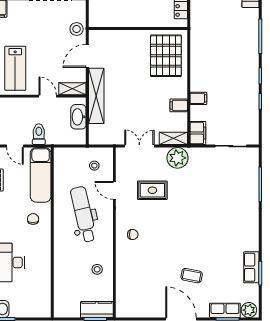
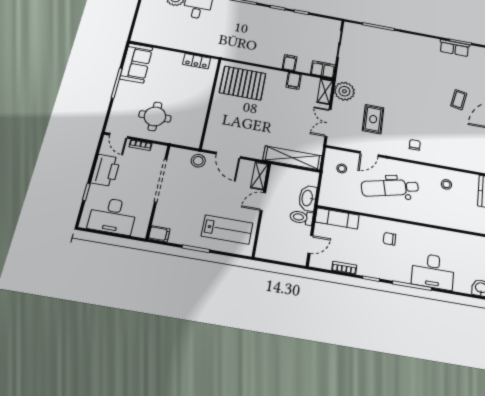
shelving: (96, 96) -> (293, 158), moved
washbasin: (78, 117) -> (308, 198), moved, turned 90
exam couch: (41, 175) -> (337, 218), width x0.73, depth x0.69

